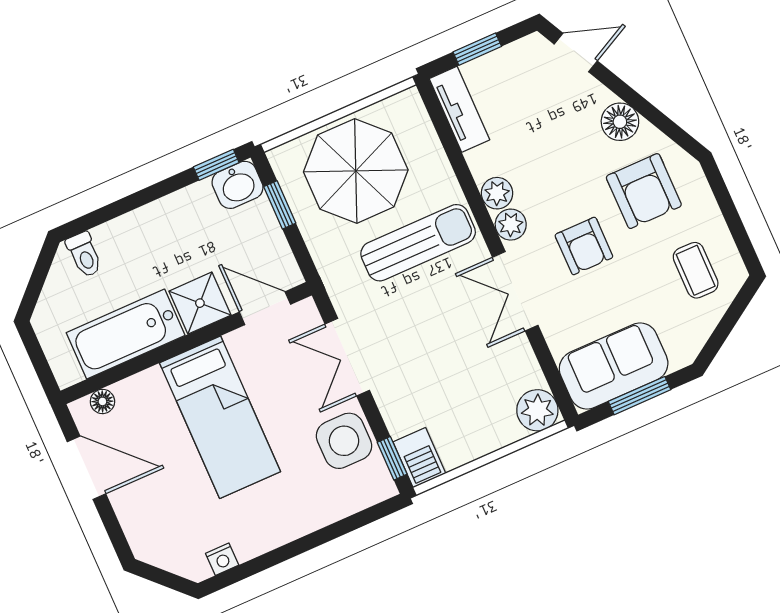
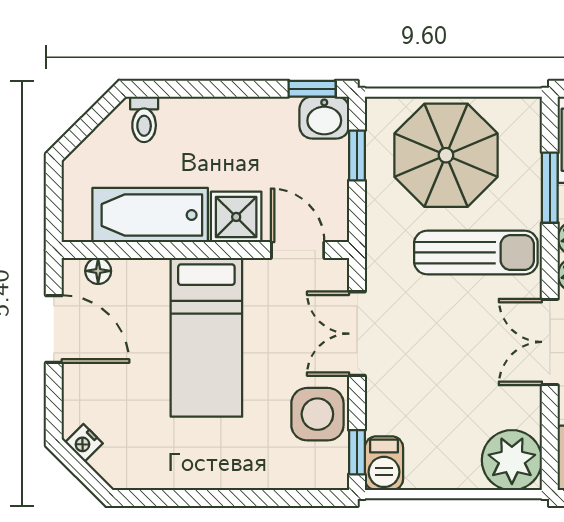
window: (457, 159) -> (550, 188), added
plant: (537, 410) -> (512, 460), width x1.36, depth x1.36
nightstand: (222, 559) -> (84, 443), moved, turned 45

